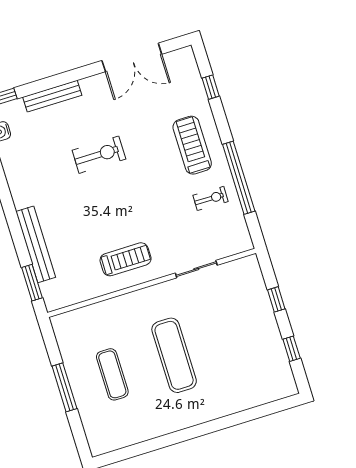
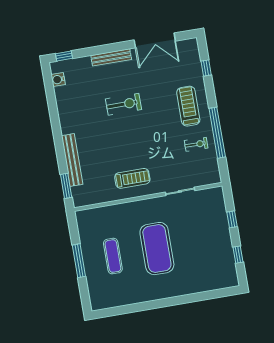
bench: (52, 96) -> (111, 57), moved
exercise mat: (174, 355) -> (157, 249), width x1.47

